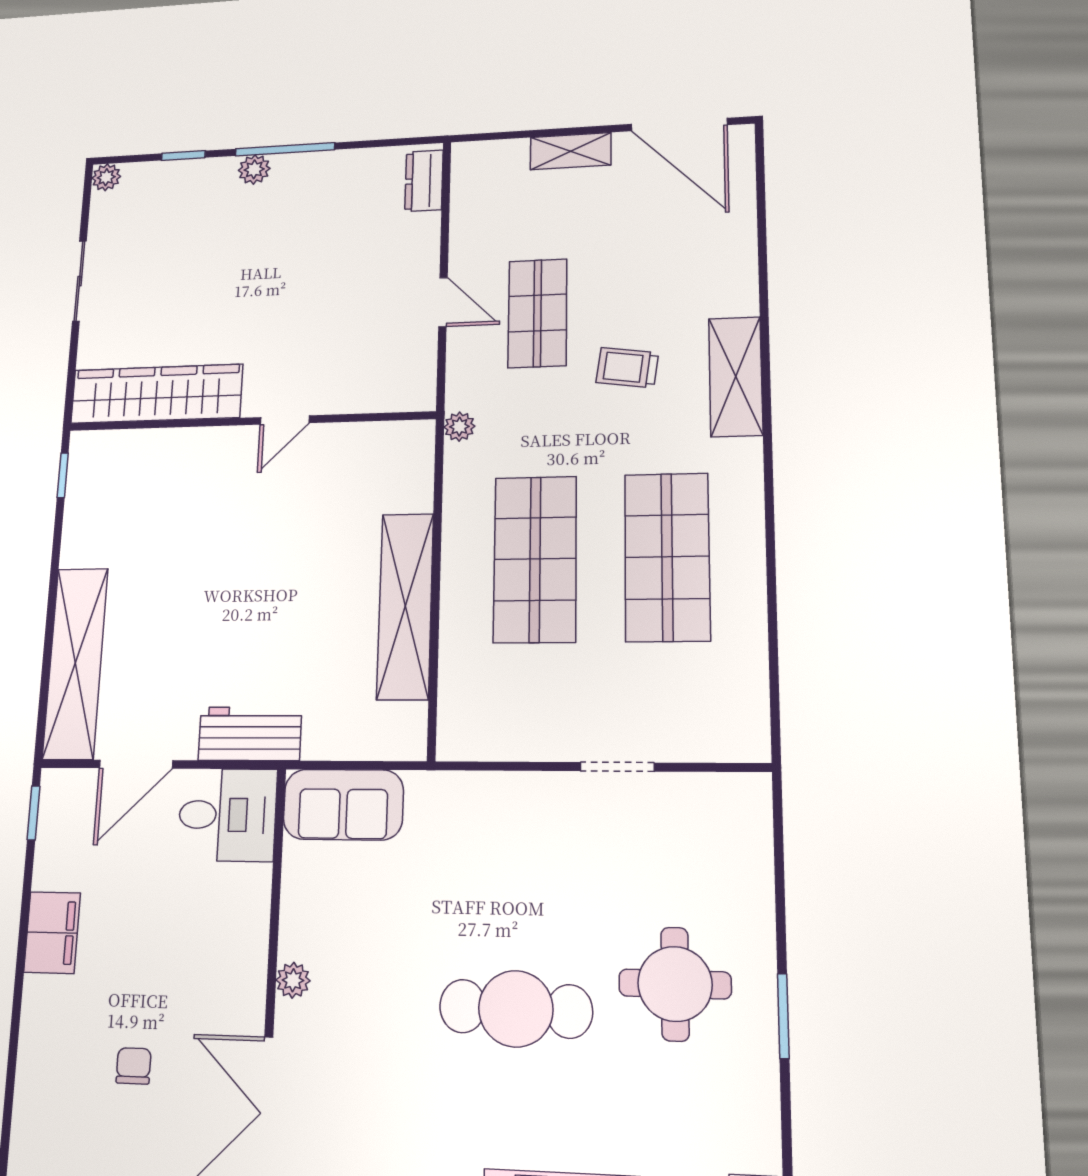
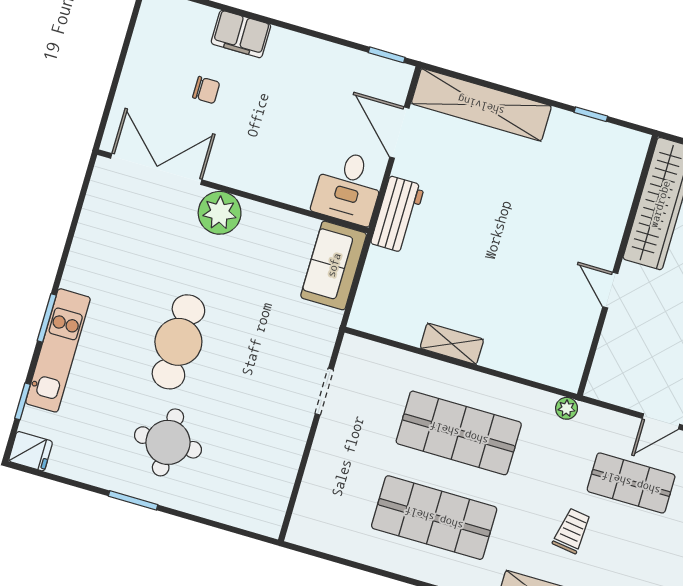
window: (63, 475) -> (591, 114), moved
shelving: (405, 606) -> (452, 344), width x0.45, depth x0.75
doorway: (617, 767) -> (324, 392), moved
filing cabinet: (52, 933) -> (241, 34), moved
plant: (293, 980) -> (220, 213), width x1.87, depth x1.87

